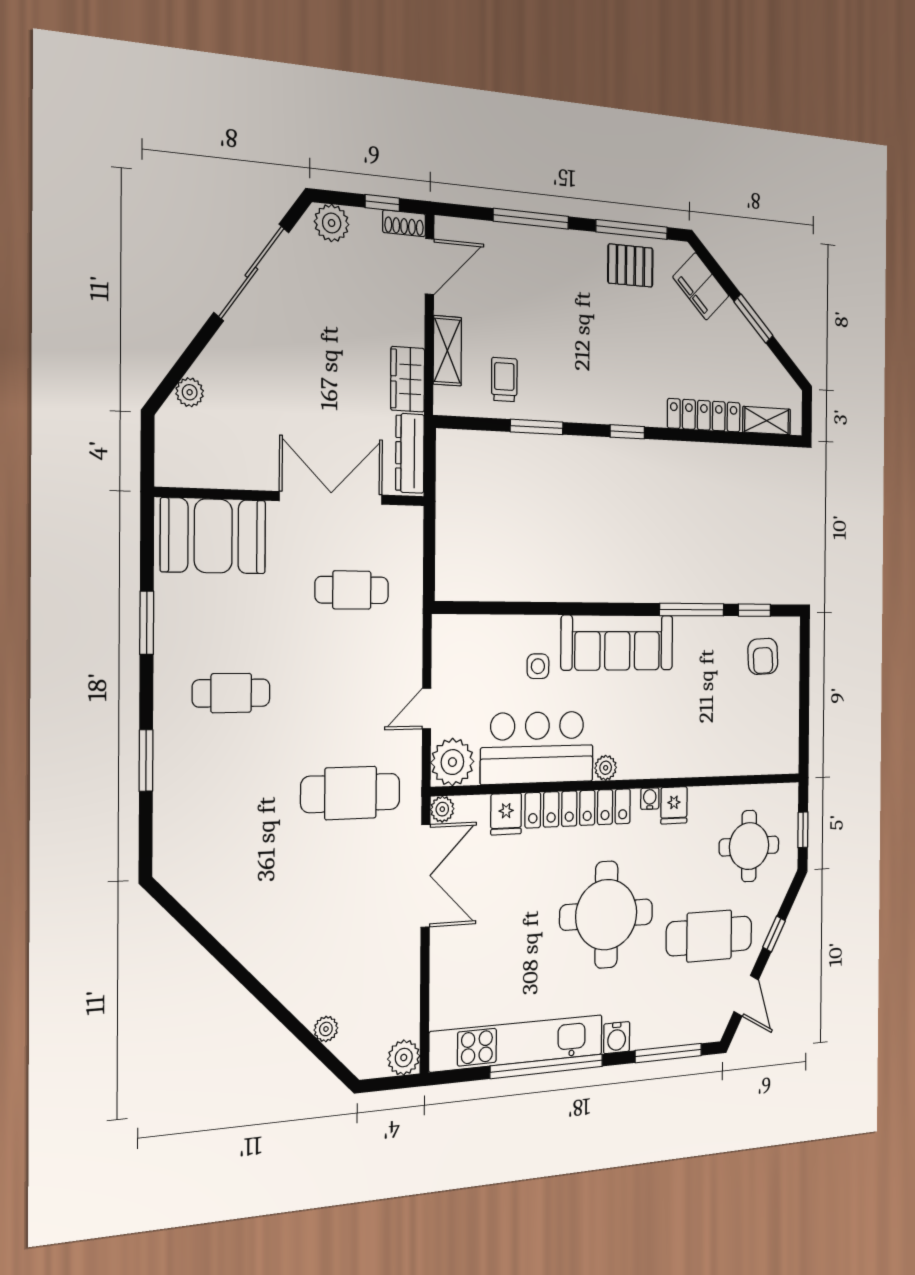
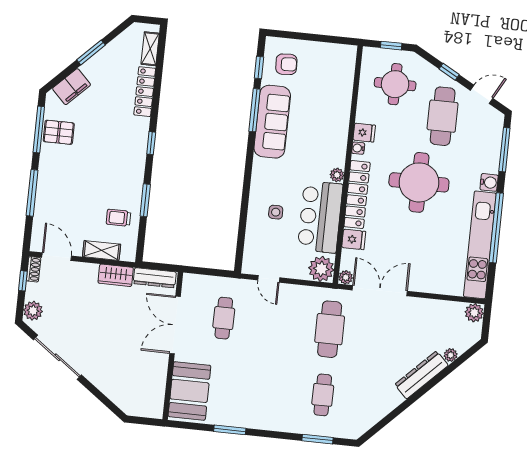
pallet: (630, 266) -> (59, 132), turned 90
plant: (190, 392) -> (117, 396), removed
sofa: (617, 643) -> (272, 122), moved
cafe table: (231, 693) -> (323, 395), moved
door: (427, 708) -> (269, 279), moved
window: (146, 761) -> (318, 439), moved
dresser: (285, 981) -> (422, 375), added

